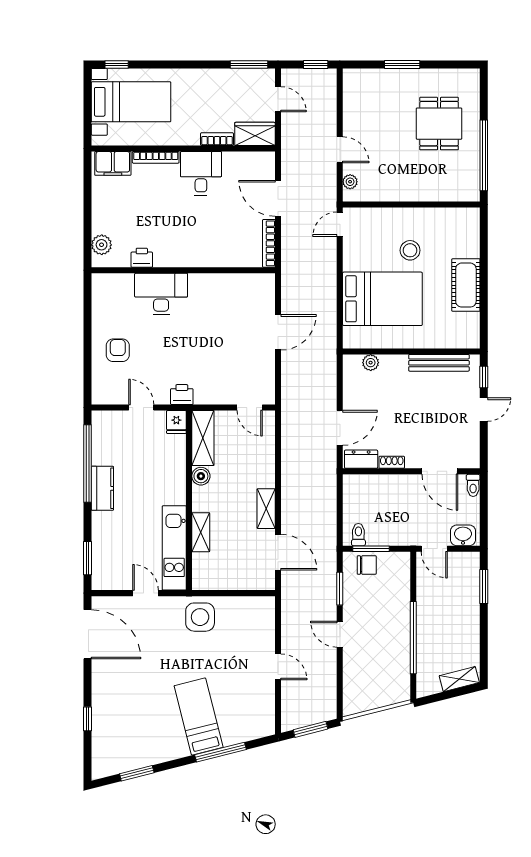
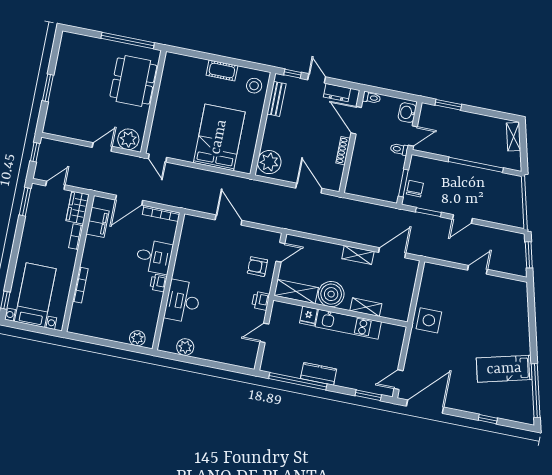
dining table: (439, 124) -> (133, 81), moved, width x1.38
filing cabinet: (113, 163) -> (98, 222), moved
desk: (201, 173) -> (154, 257), moved, turned 180
plant: (350, 182) -> (128, 139), width x1.88, depth x1.88
stool: (410, 250) -> (254, 86), moved
printer: (142, 258) -> (158, 283), moved
cot: (466, 285) -> (222, 71), width x0.73, depth x0.75
plant: (102, 309) -> (185, 347), added
armchair: (118, 350) -> (257, 267), moved
plant: (371, 363) -> (269, 162), width x1.87, depth x1.87
bench: (439, 363) -> (276, 99), width x0.73
fridge: (176, 422) -> (308, 316), moved, turned 90
dresser: (361, 459) -> (337, 93), moved, turned -90
shoe rack: (392, 462) -> (343, 151), width x1.43
door: (440, 471) -> (356, 120), swing flipped
boiler: (201, 476) -> (331, 294), width x1.86, depth x1.86
toilet: (358, 535) -> (399, 149), moved
kitchen unit: (174, 548) -> (348, 324), moved
door: (145, 593) -> (398, 380), moved
bed: (199, 717) -> (504, 369), moved
window: (220, 752) -> (532, 325), removed
window: (137, 773) -> (536, 391), width x2.11

